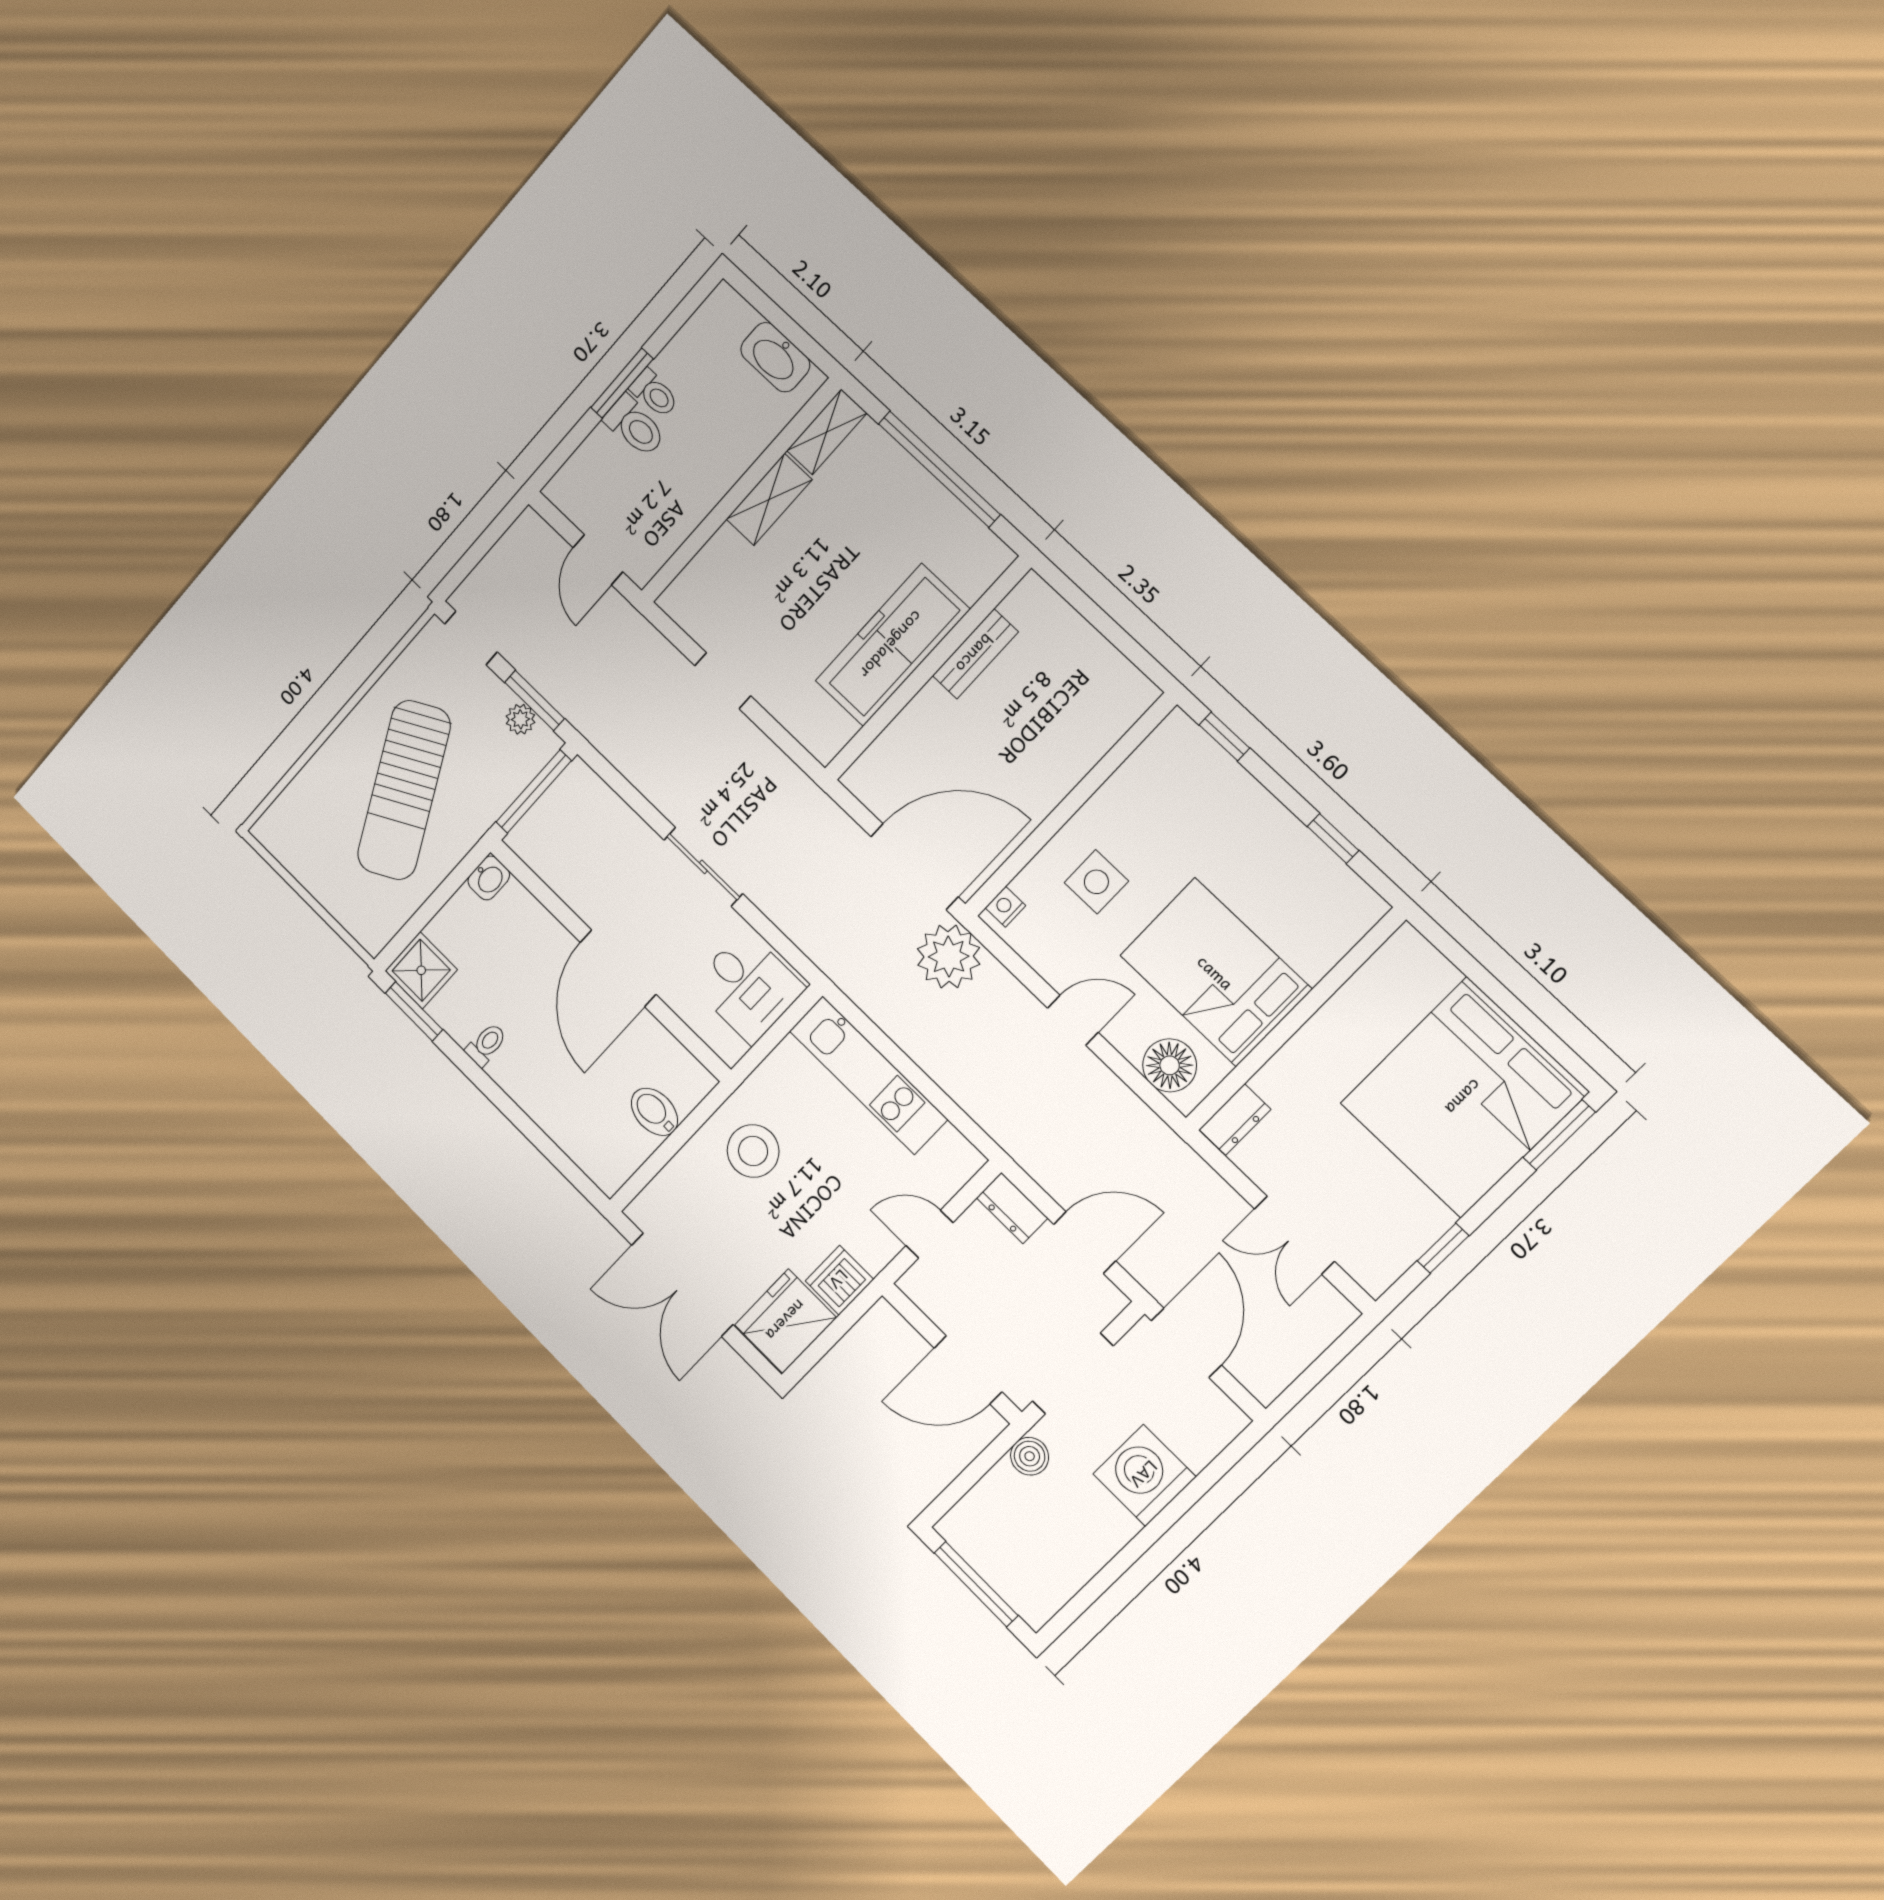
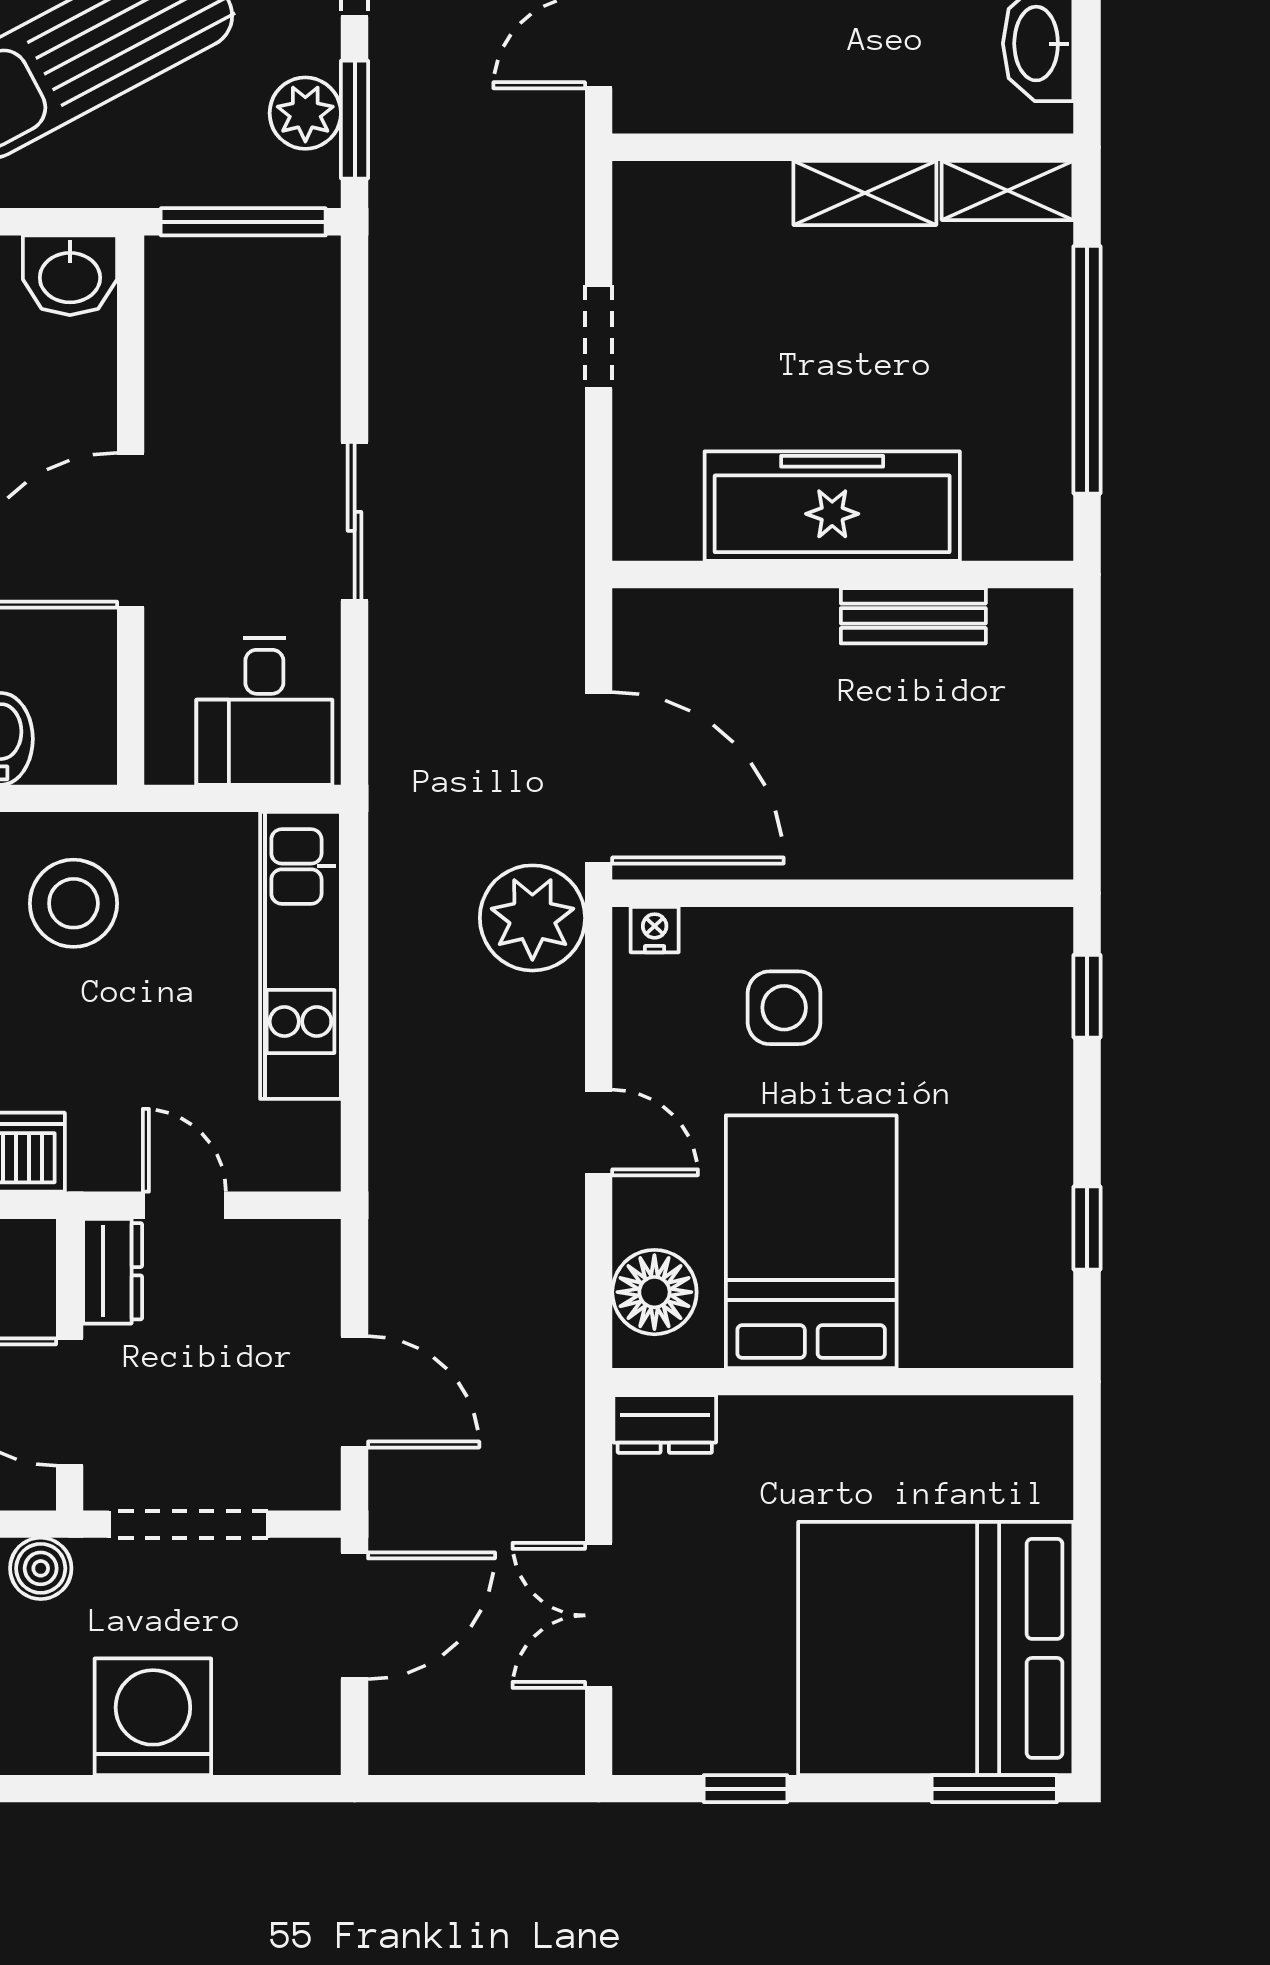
plant: (520, 719) -> (305, 113), width x1.38, depth x1.38
washbasin: (489, 878) -> (70, 275), width x1.38, depth x1.45
dresser: (1012, 1208) -> (113, 1271), moved, turned 180

